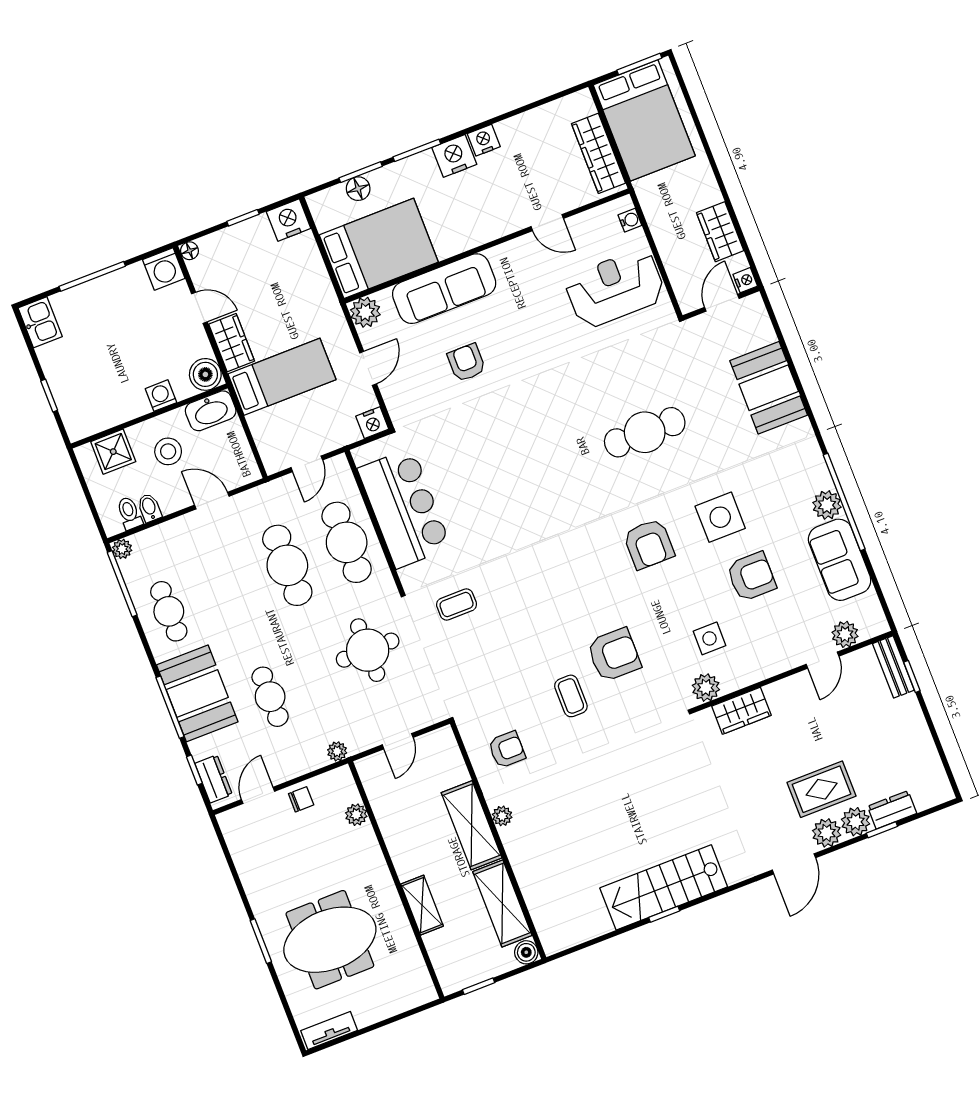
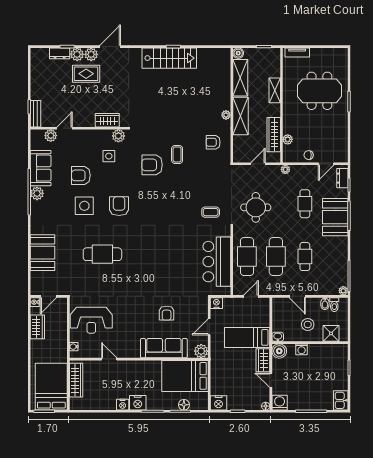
washbasin: (211, 411) -> (278, 337), width x0.52, depth x0.69
cafe table: (169, 611) -> (305, 257), moved
wardrobe: (389, 813) -> (274, 135), added
tv unit: (329, 1030) -> (297, 52), moved

